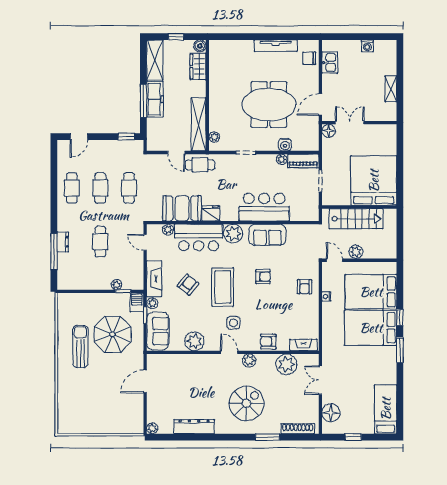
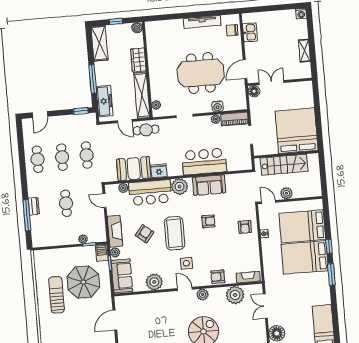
washing machine: (367, 46) -> (301, 14), moved
wardrobe: (198, 66) -> (138, 60), moved
freezer: (155, 99) -> (105, 101), moved

